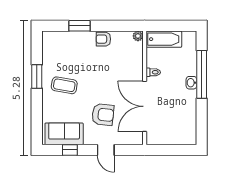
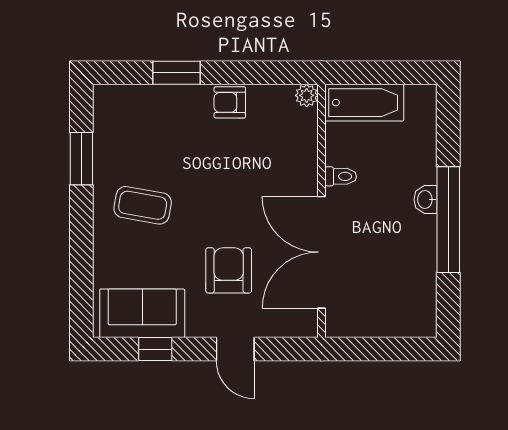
window: (202, 74) -> (448, 220), moved
window: (37, 77) -> (81, 159), moved
armchair: (103, 115) -> (229, 270), turned -96

